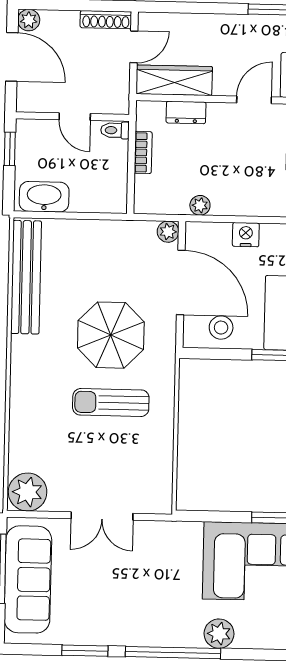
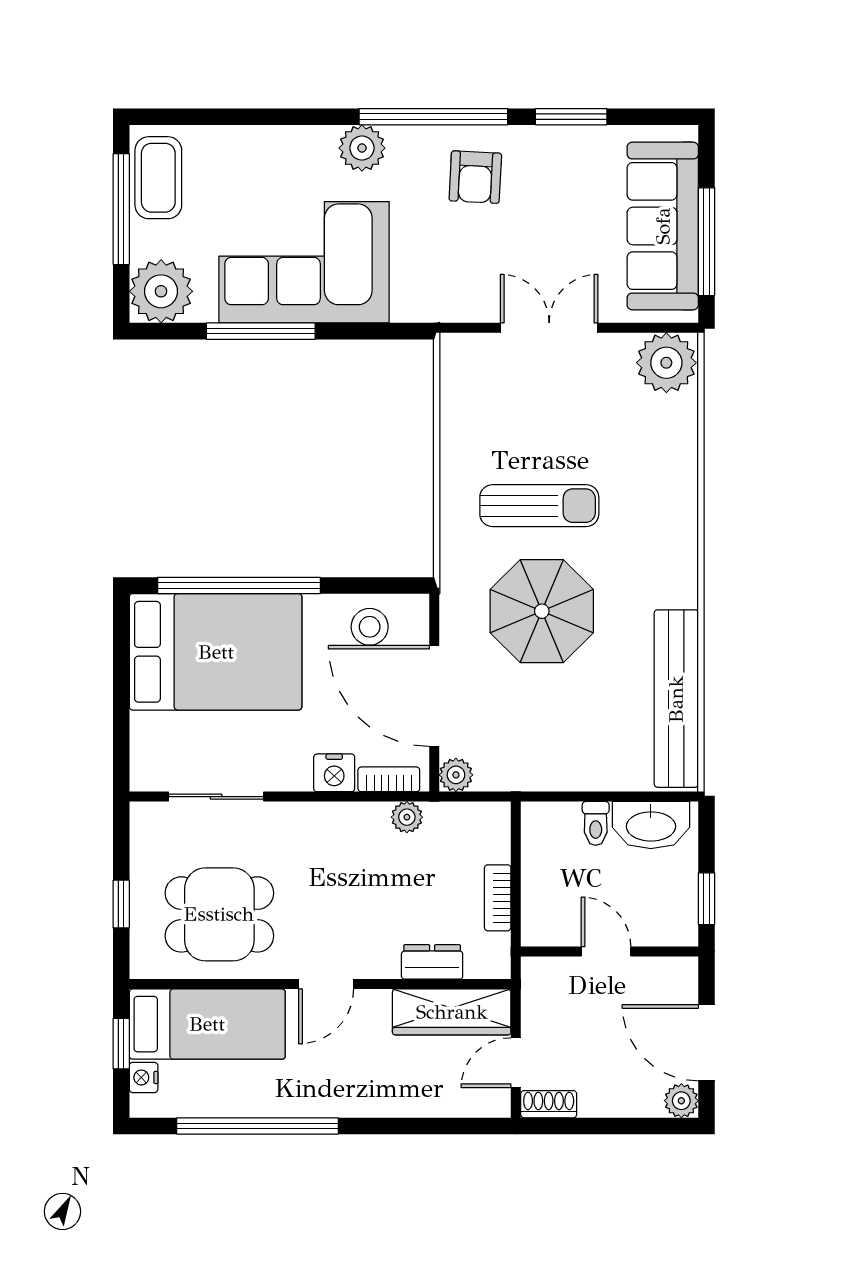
shoe rack: (106, 20) -> (549, 1104), width x0.70
toilet: (115, 130) -> (596, 823), moved, turned 90
bookcase: (211, 230) -> (389, 779), added
armchair: (147, 613) -> (475, 177), added

